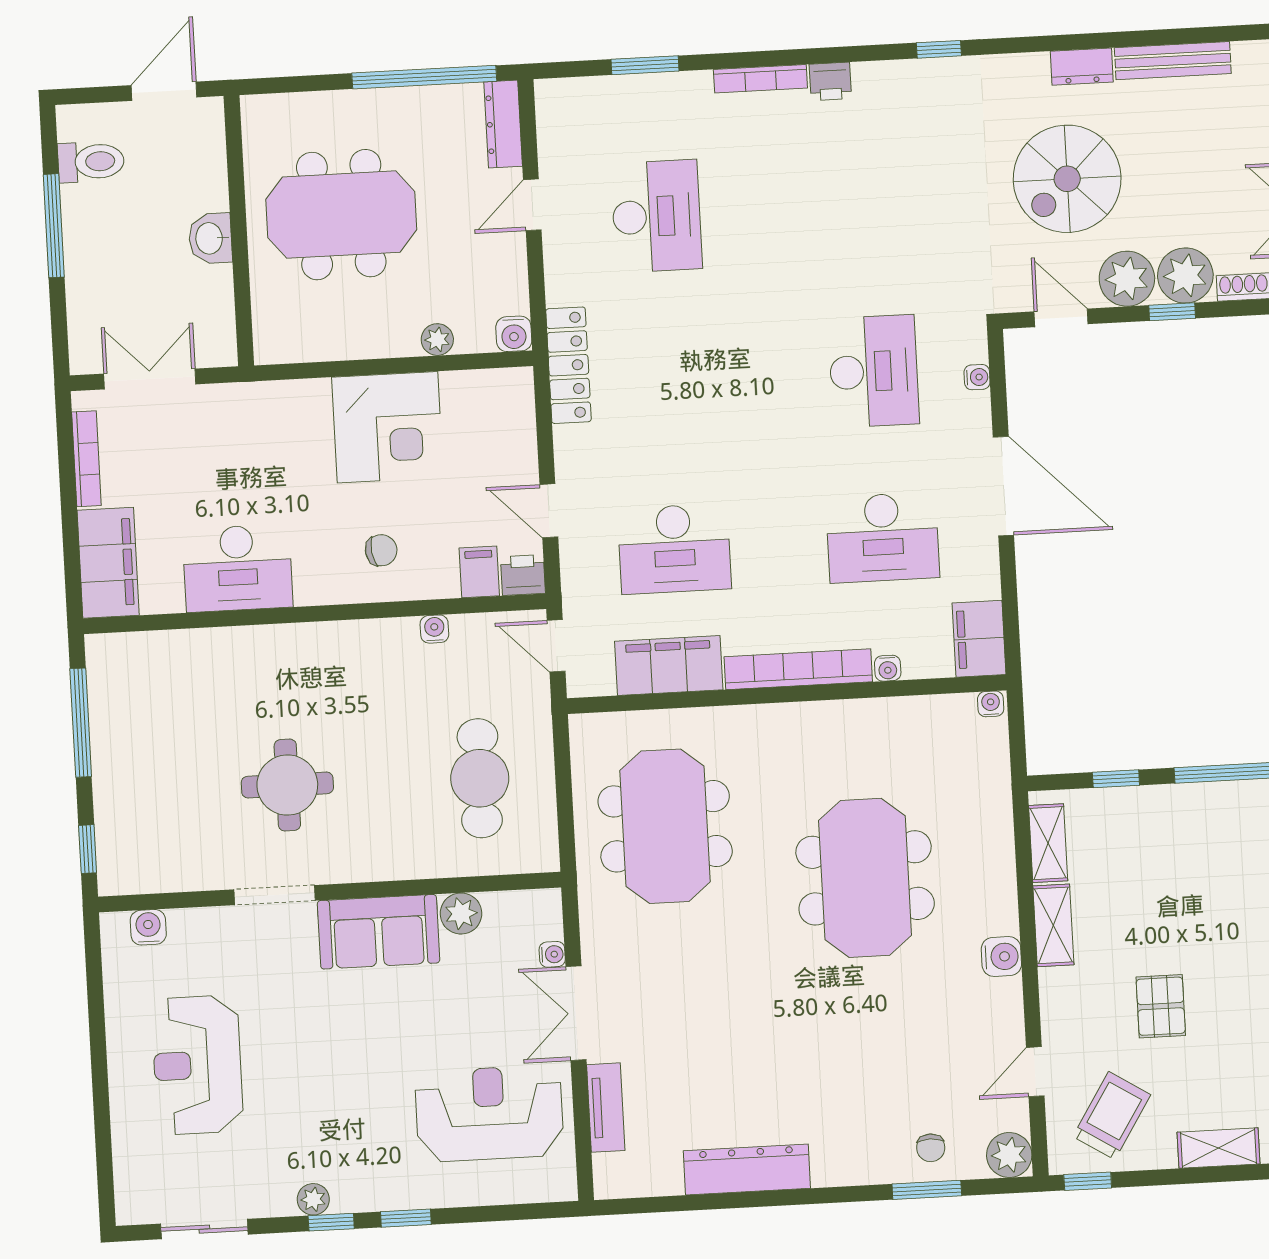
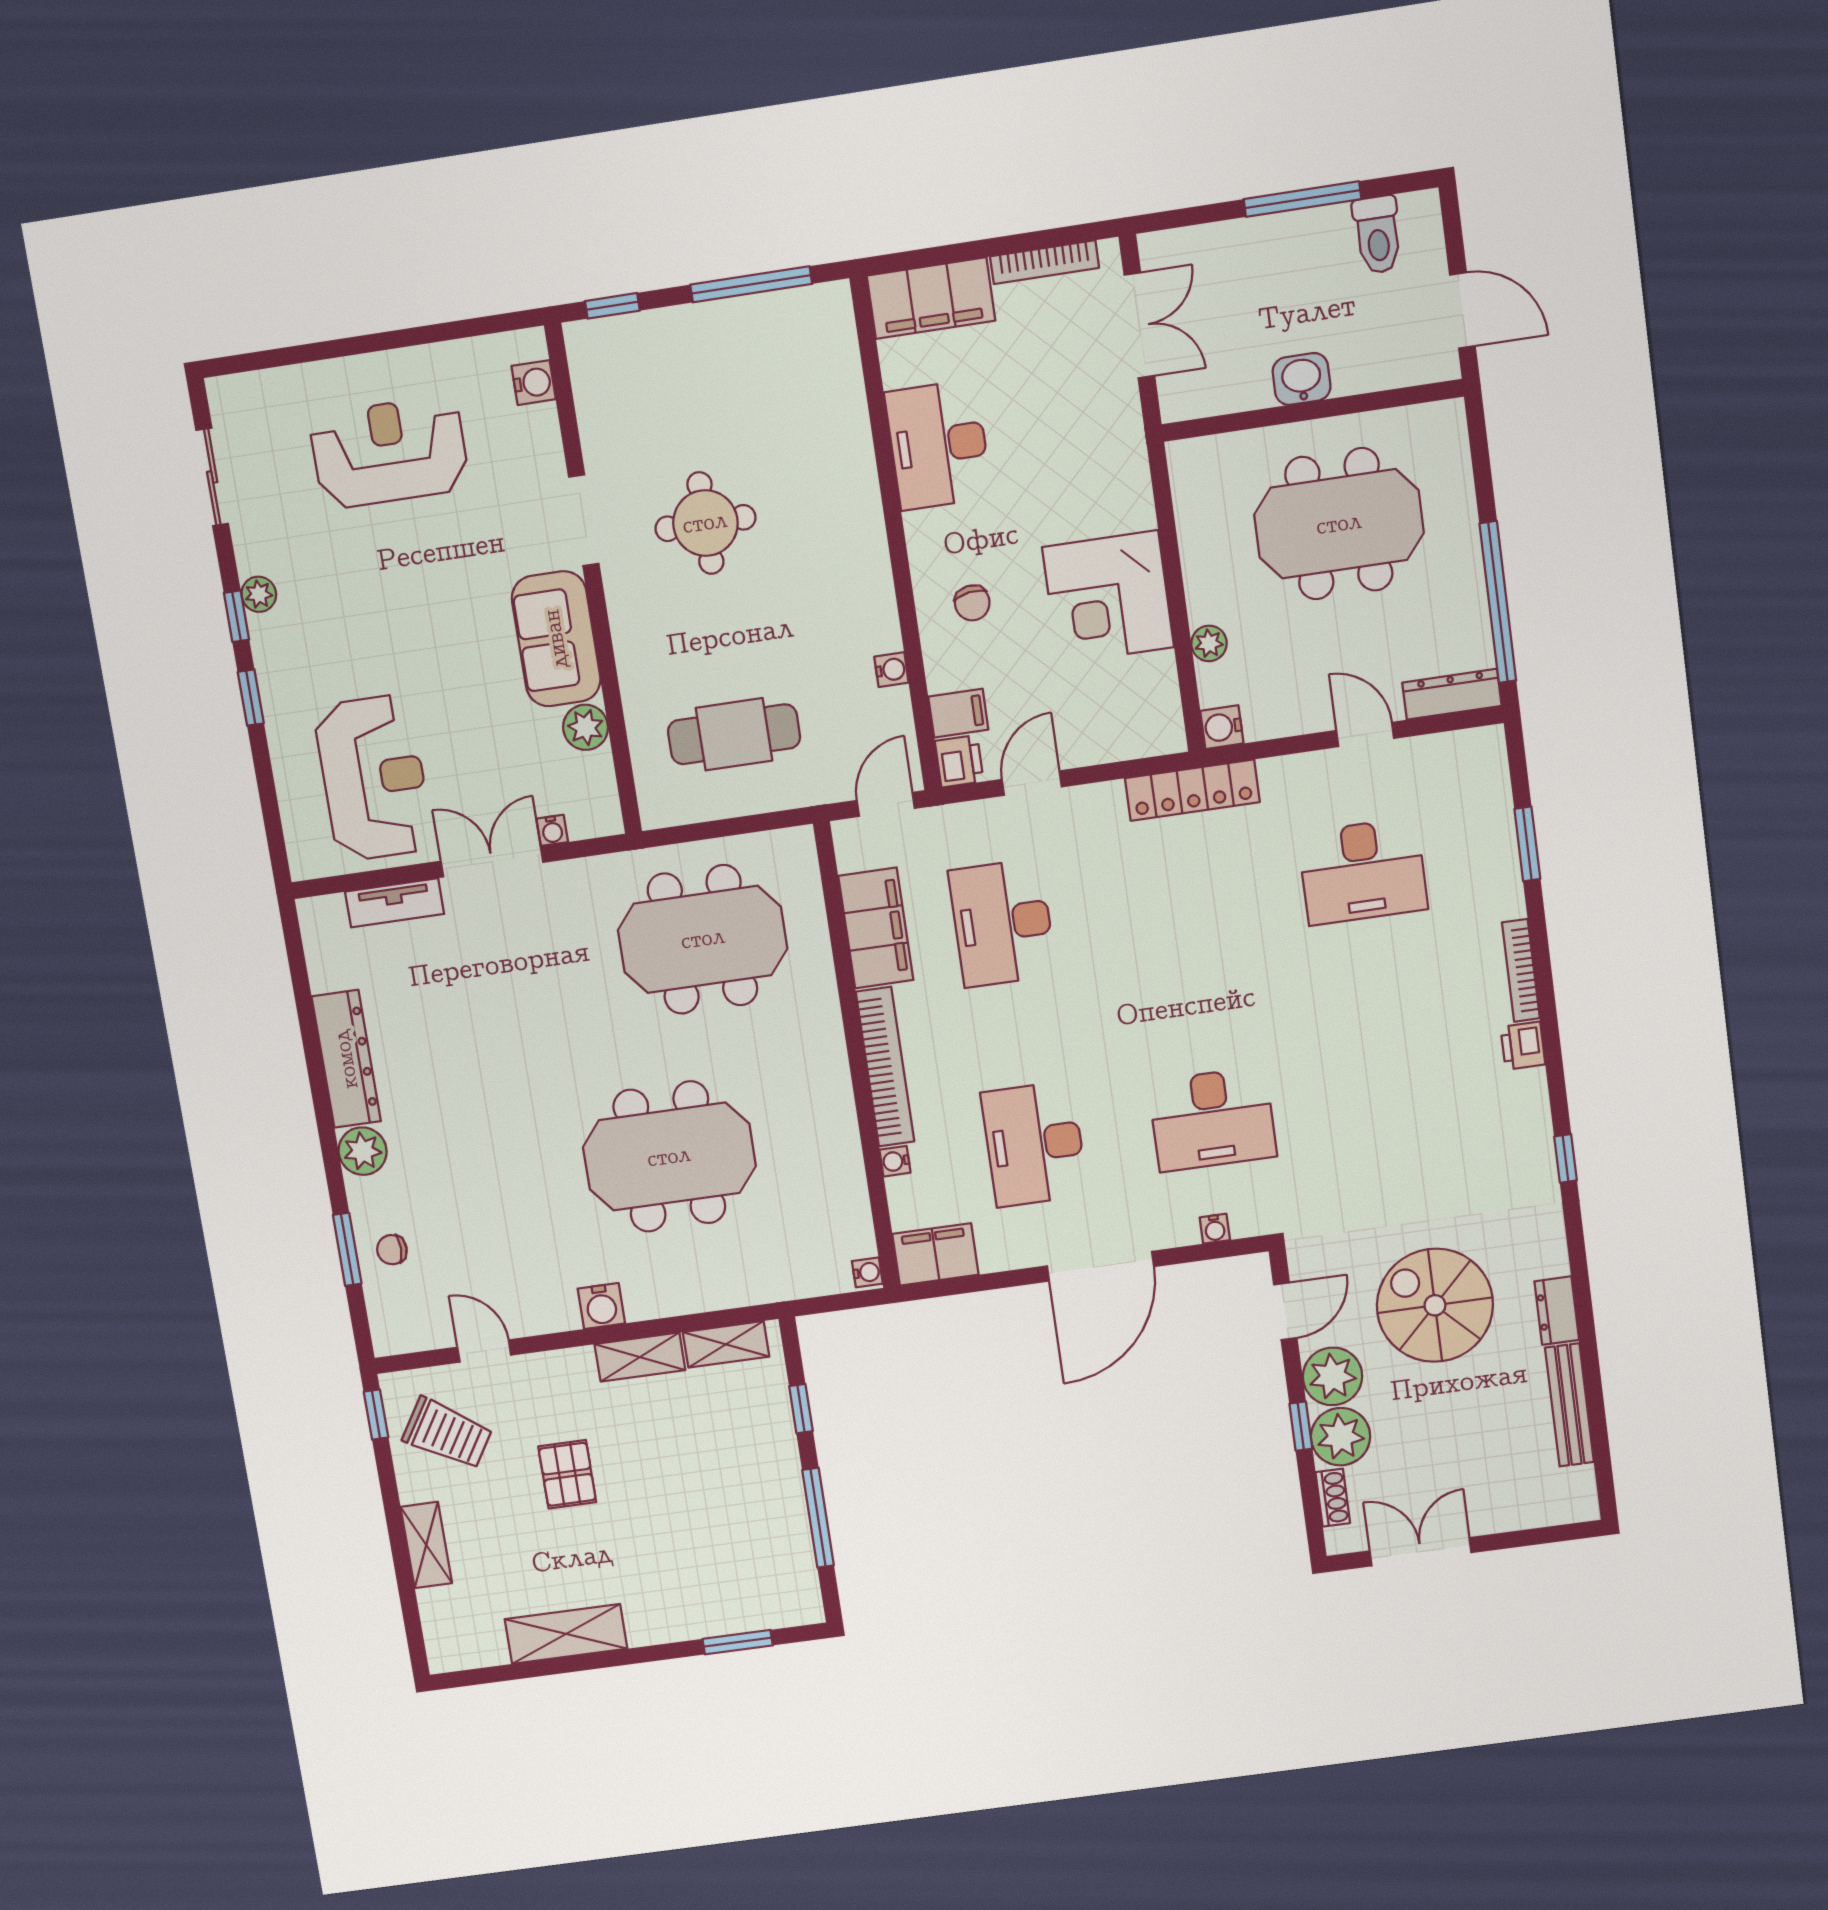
meeting table: (341, 215) -> (1339, 524), turned 90
pallet: (1161, 1006) -> (567, 1474), turned 90
plant: (1009, 1155) -> (363, 1151), moved

